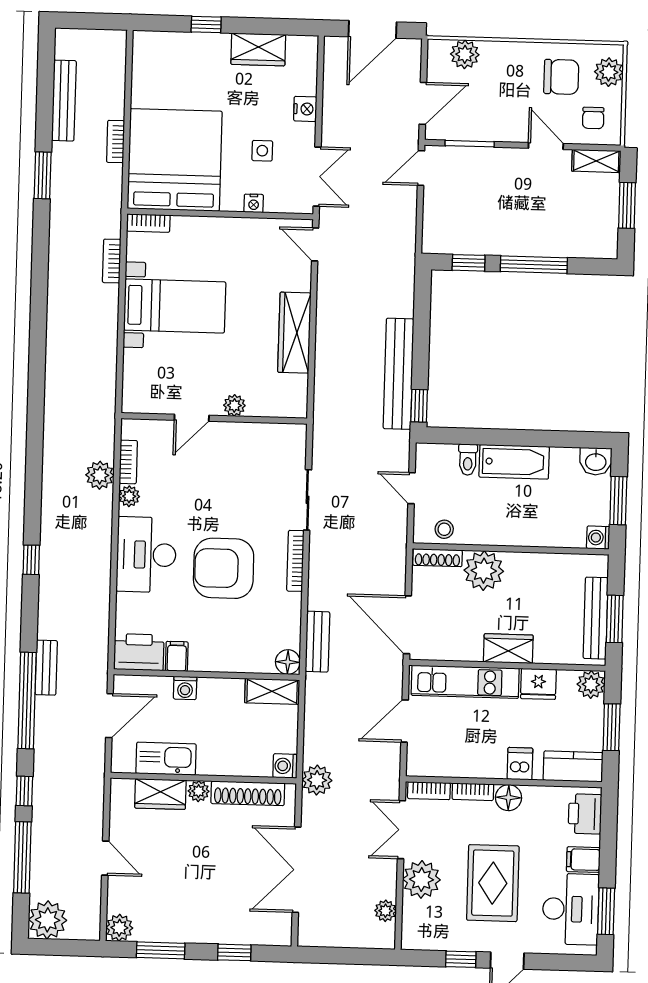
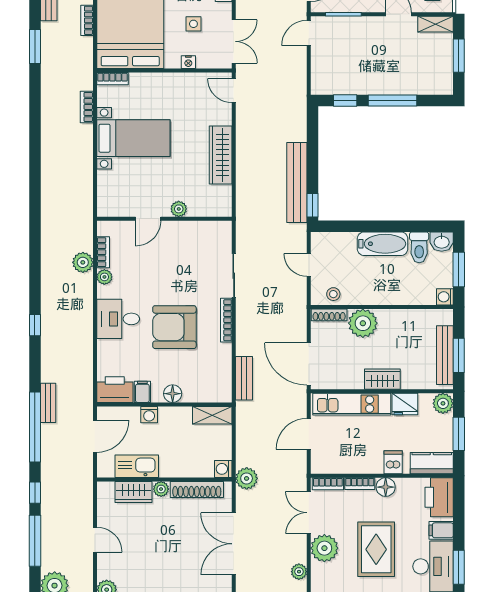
toilet: (468, 460) -> (419, 247), moved, width x1.37, depth x1.39
desk: (146, 555) -> (118, 319), width x0.73
floor lamp: (288, 662) -> (173, 394), moved
printer: (585, 814) -> (439, 497), width x1.37, depth x1.19

